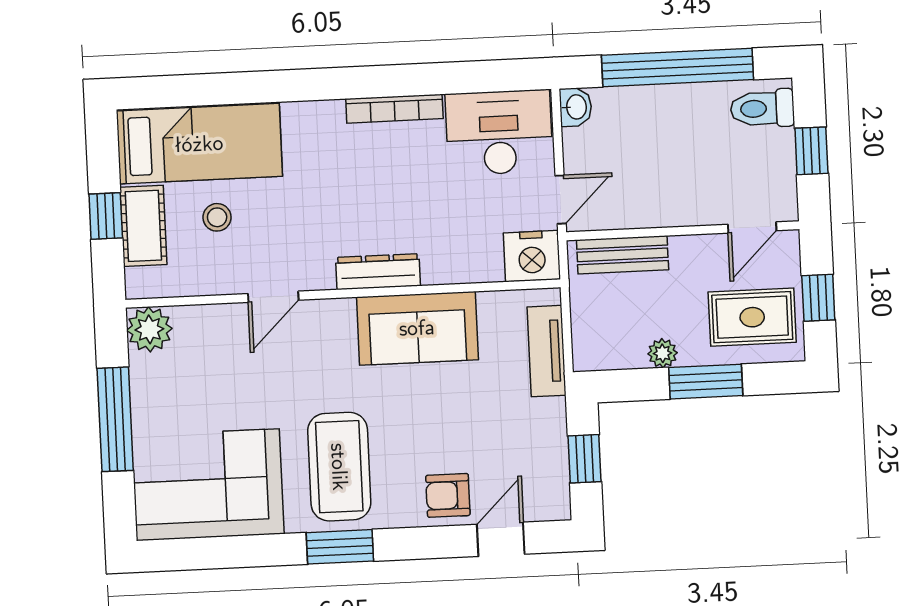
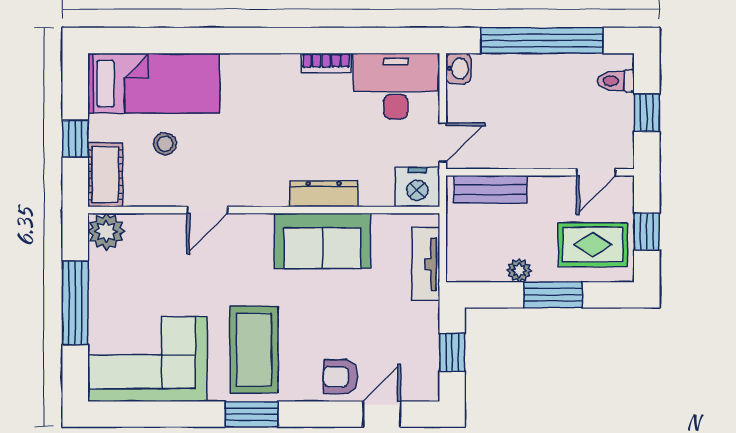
toilet: (762, 108) -> (616, 81), width x0.73, depth x0.72
bookcase: (394, 109) -> (326, 63), width x0.64
cot: (143, 226) -> (105, 175), moved
dresser: (378, 272) -> (324, 194), moved

